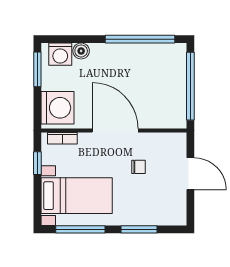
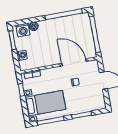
washing machine: (57, 108) -> (22, 55), width x0.53, depth x0.53
door: (115, 131) -> (74, 62), moved

